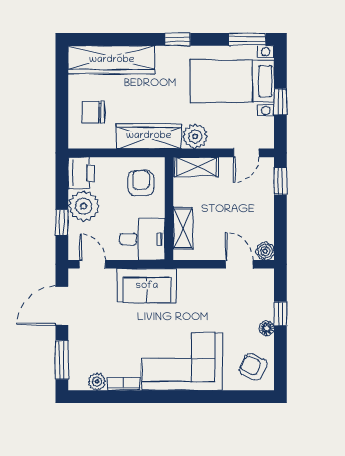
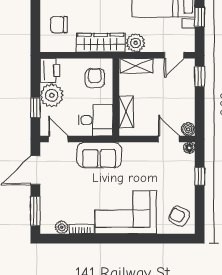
floor lamp: (267, 328) -> (189, 148), moved

